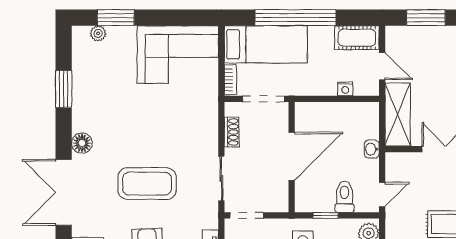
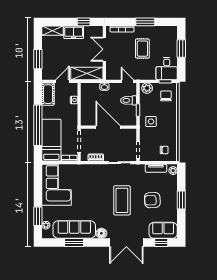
sofa: (89, 90) -> (74, 230), added

